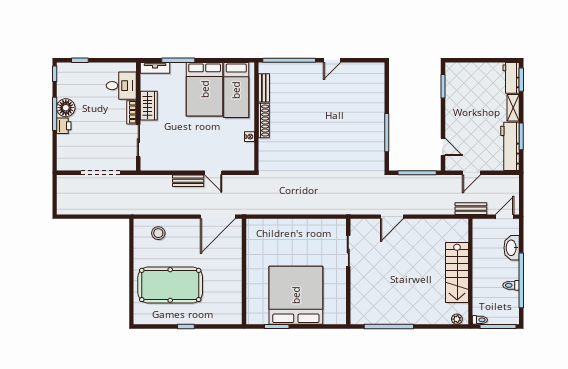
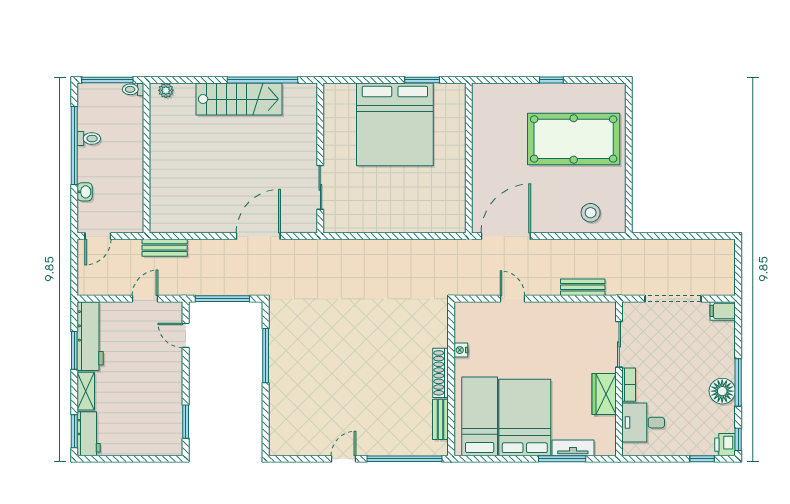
tv unit: (155, 68) -> (573, 448), moved
printer: (64, 126) -> (725, 445), moved
filing cabinet: (65, 164) -> (723, 311), added
bench: (188, 181) -> (583, 287), moved
bench: (471, 209) -> (165, 248), moved
door: (392, 217) -> (258, 236), width x1.36
washbasin: (512, 248) -> (85, 192), width x0.52, depth x0.69
stairs: (457, 273) -> (239, 99), moved, turned 90

